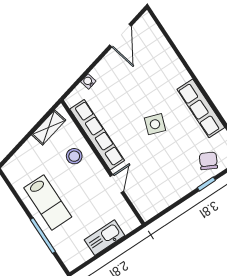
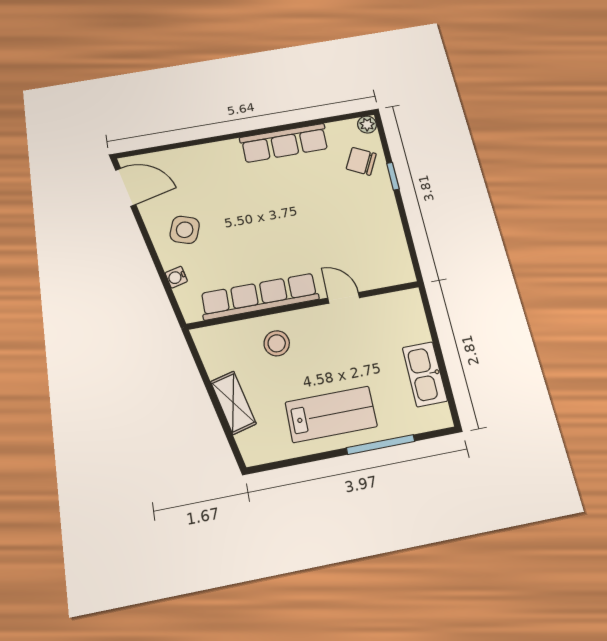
door: (120, 36) -> (126, 187), moved
side table: (155, 124) -> (185, 230), moved
shelving: (49, 127) -> (233, 403), moved
kitchen sink: (105, 238) -> (425, 374), moved

